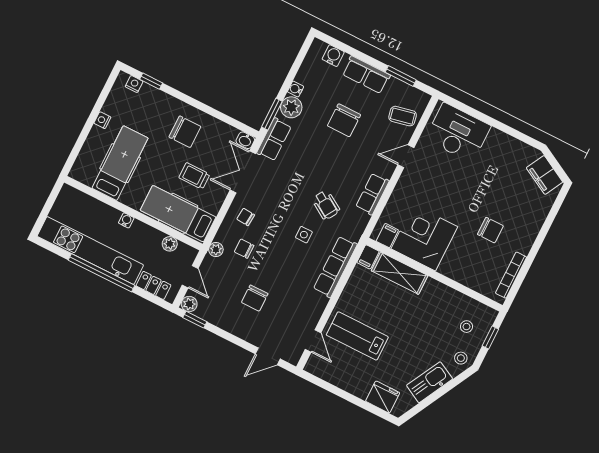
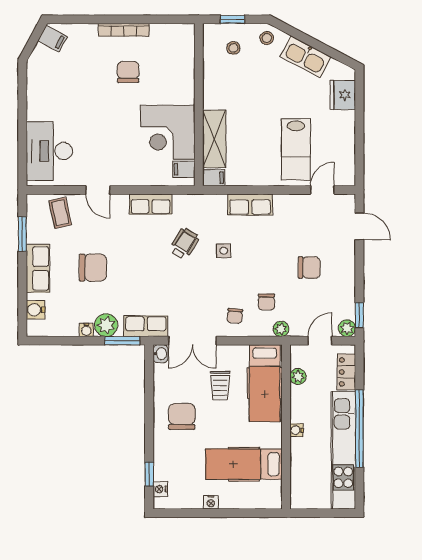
filing cabinet: (544, 175) -> (52, 38), width x0.50
row of seats: (335, 267) -> (250, 205), width x0.68
bookcase: (511, 275) -> (124, 30), moved

